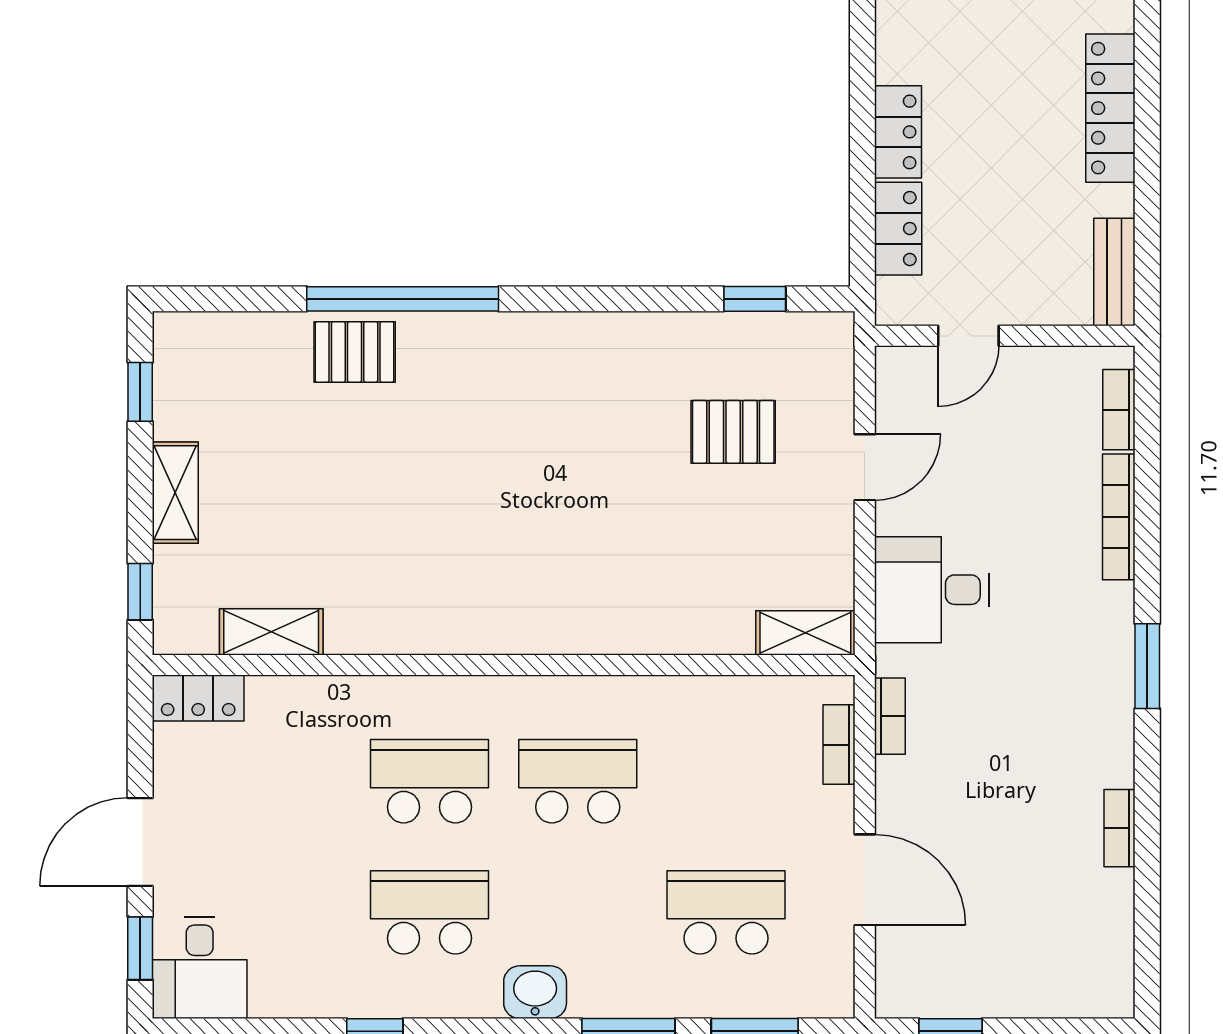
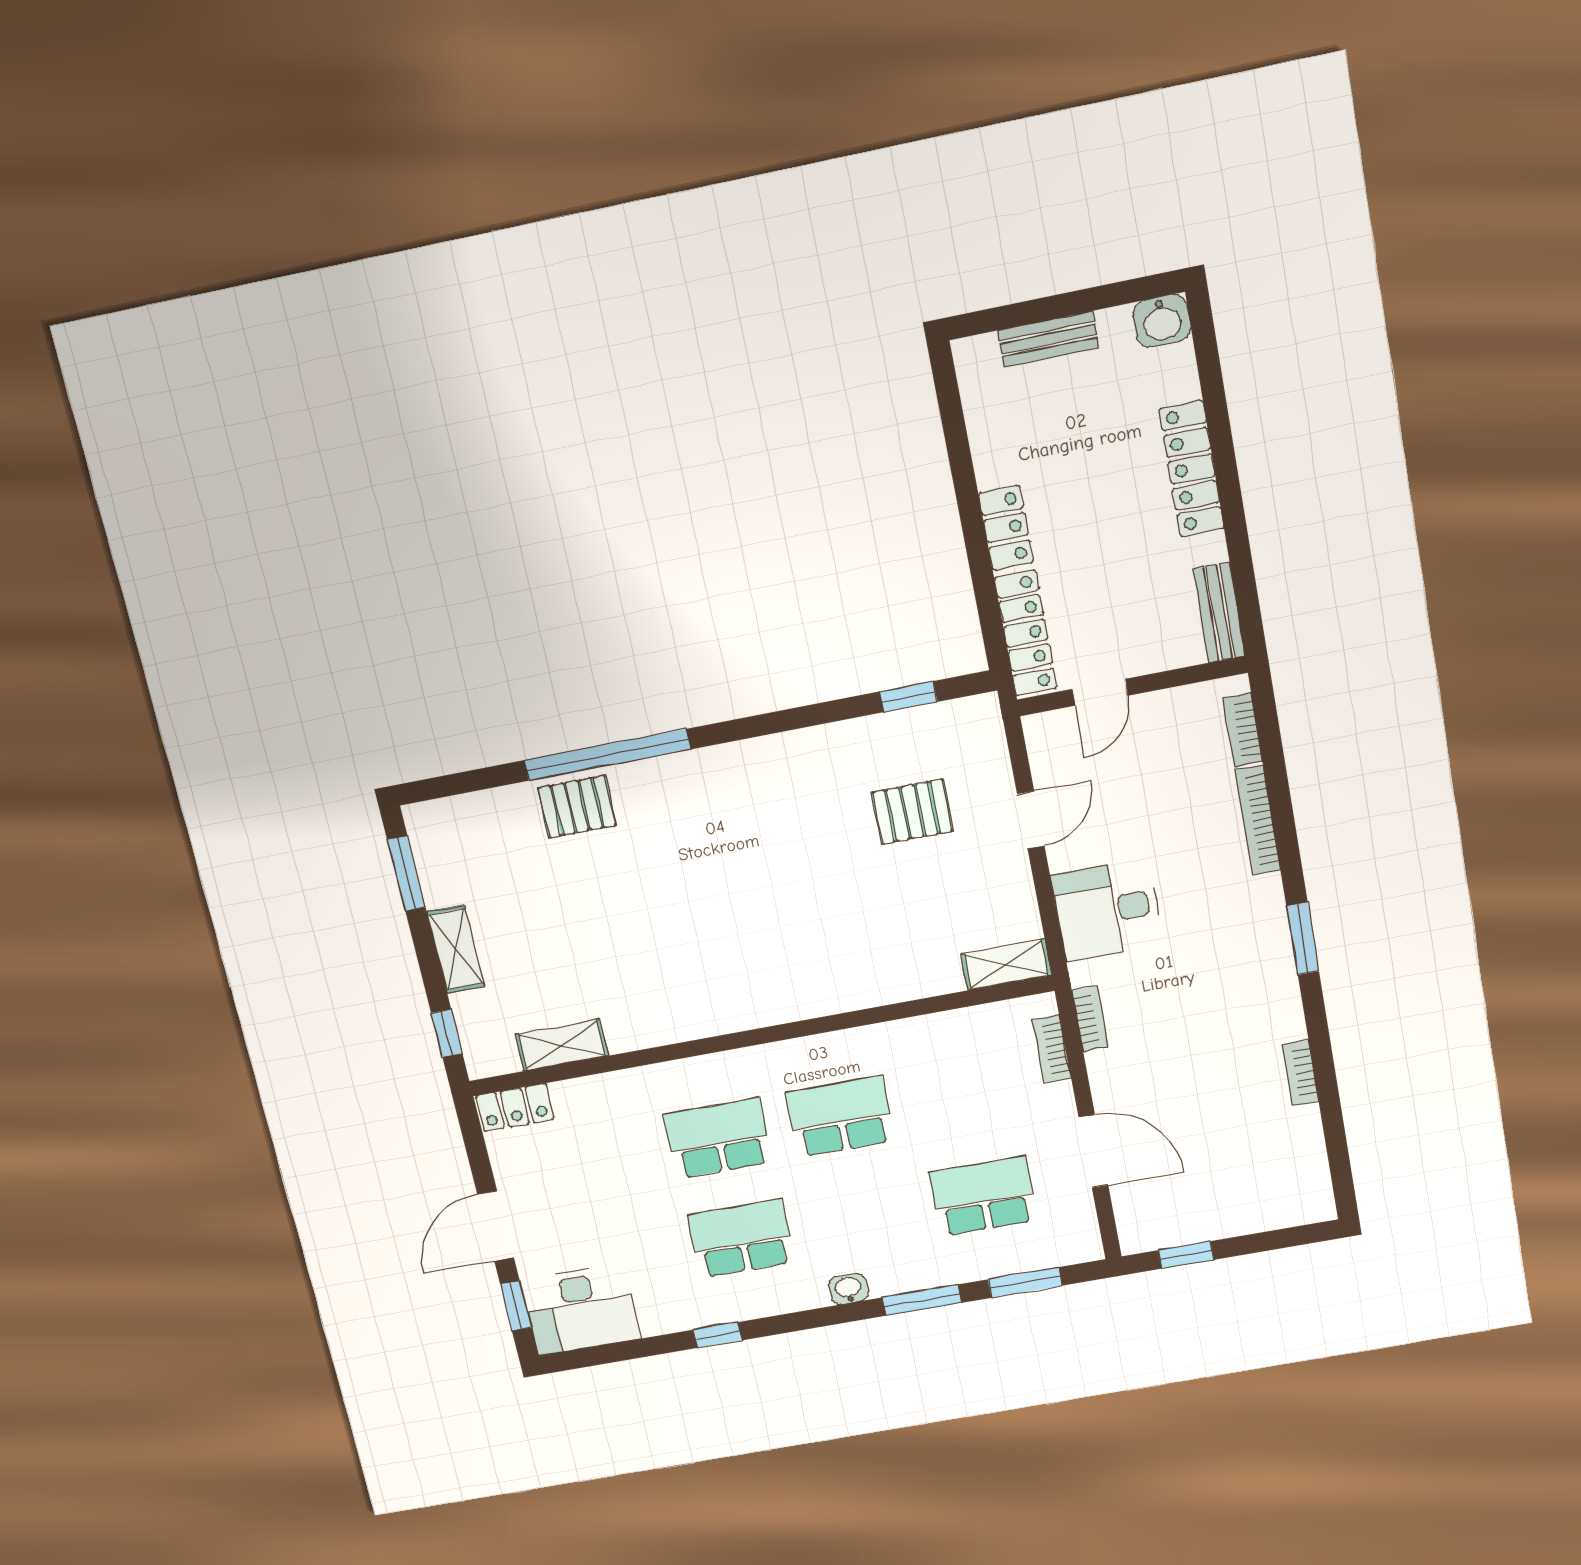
locker: (898, 229) -> (1026, 633), width x1.53
window: (140, 392) -> (406, 873), width x1.50
desk: (200, 968) -> (581, 1310), width x1.37
washbasin: (535, 992) -> (849, 1289), width x0.72, depth x0.69

